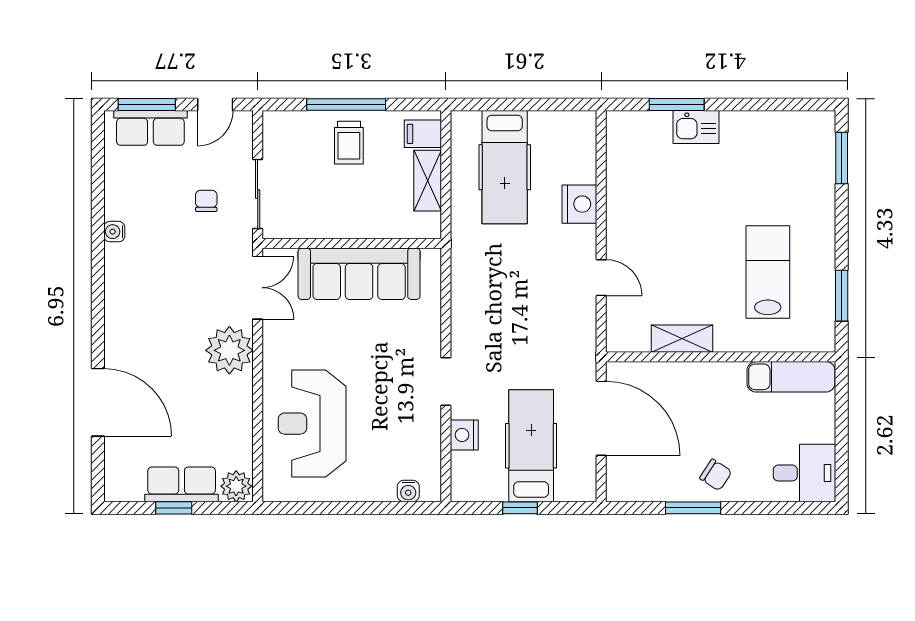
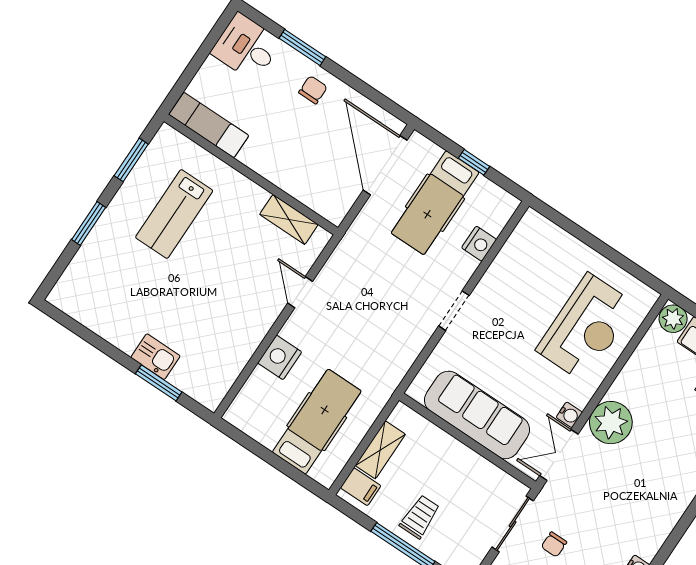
window: (842, 158) -> (89, 223), moved
shelving: (682, 339) -> (289, 219), moved
doorway: (446, 381) -> (454, 311), moved
door: (601, 418) -> (385, 165), moved
chair: (716, 475) -> (313, 90), turned 57
water cooler: (408, 491) -> (569, 415), moved, turned 90
window: (693, 508) -> (302, 47), moved

